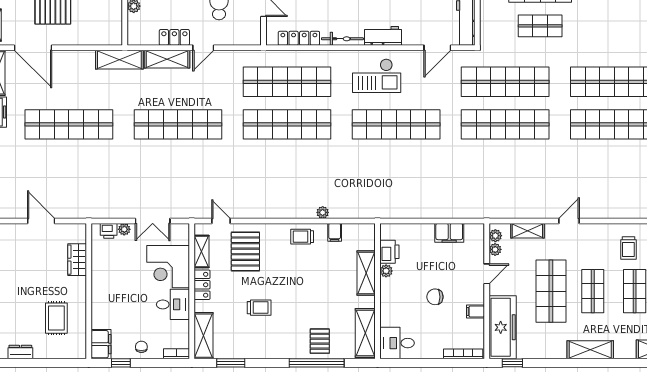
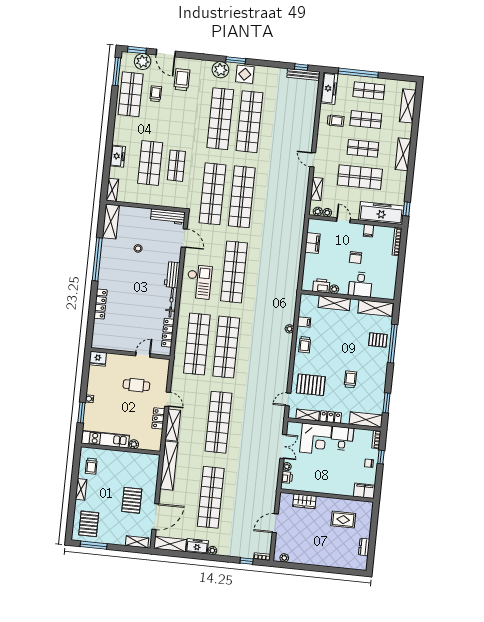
shelving: (119, 60) -> (169, 466), width x1.47
desk: (397, 343) -> (360, 284), moved
window: (121, 363) -> (381, 457), moved

